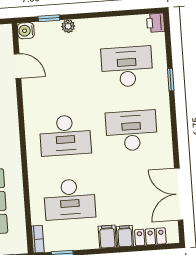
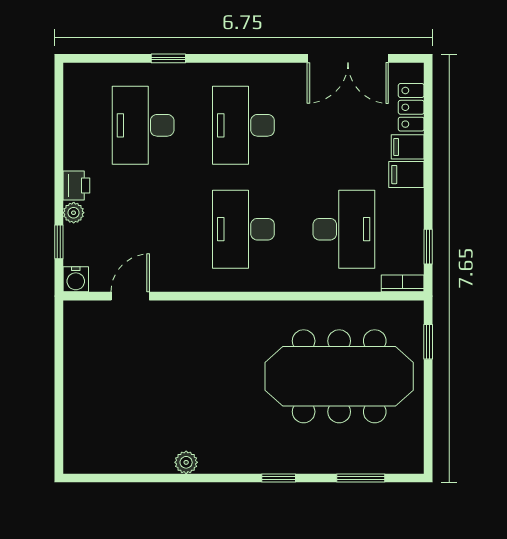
printer: (156, 23) -> (76, 185), moved, turned -90
desk: (65, 135) -> (243, 229), turned 180

